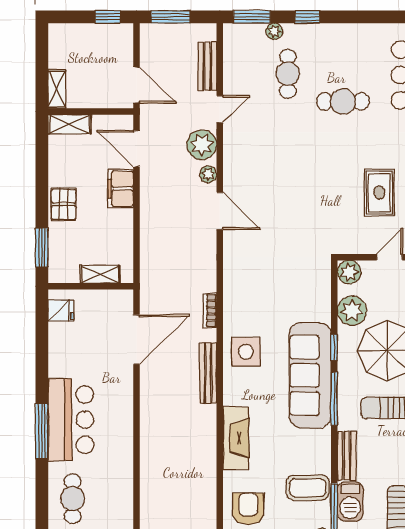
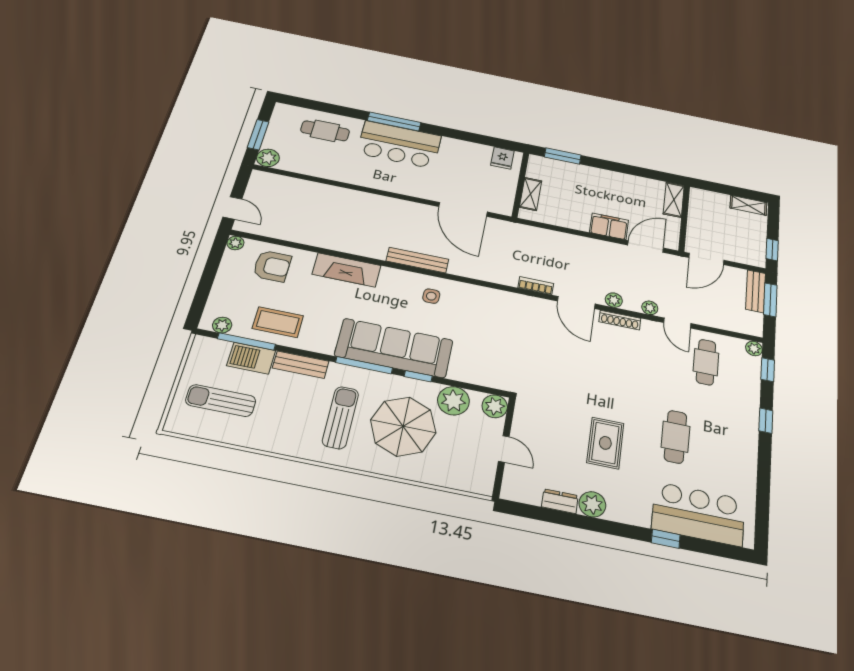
window: (252, 17) -> (768, 370), width x0.67
plant: (274, 31) -> (754, 349), moved
bench: (207, 66) -> (756, 291), moved, turned 90
cafe table: (288, 74) -> (706, 362), moved, turned 90
shelving: (57, 89) -> (748, 205), moved
plant: (202, 145) -> (650, 308), width x0.53, depth x0.53
shoe rack: (230, 166) -> (620, 320), added
rug: (379, 193) -> (605, 443), moved, turned 90
pallet: (64, 204) -> (600, 180), removed
door: (220, 211) -> (576, 302), hinge flipped
bookcase: (210, 311) -> (536, 286), moved
side table: (246, 352) -> (431, 296), width x0.54, depth x0.54
coffee table: (308, 488) -> (278, 322), turned 90

